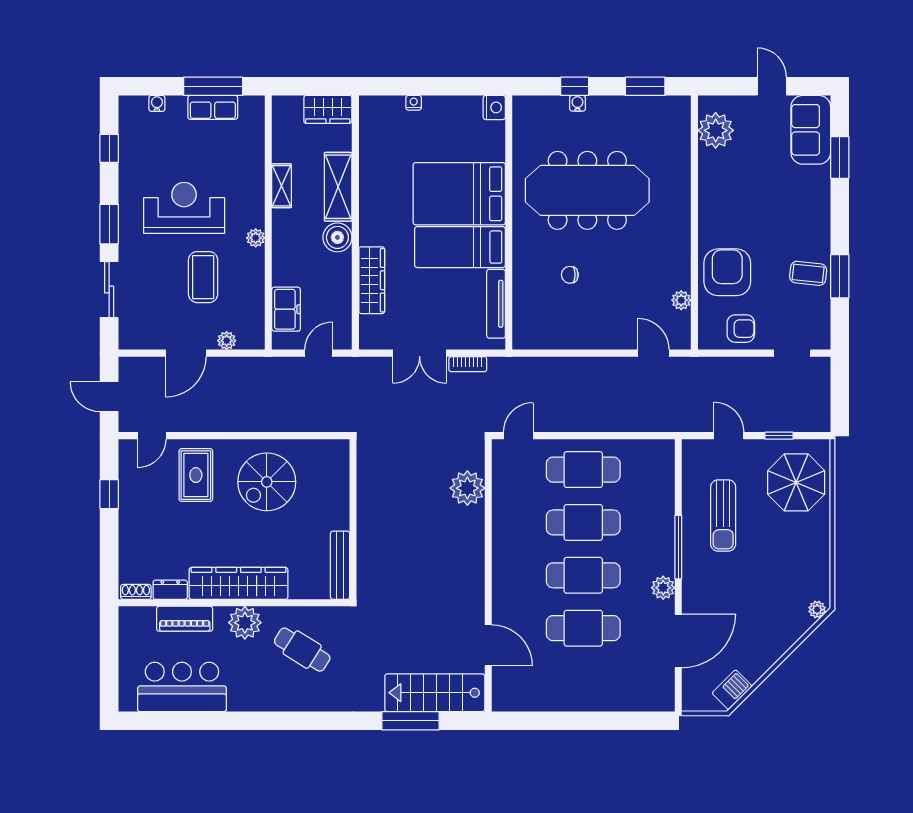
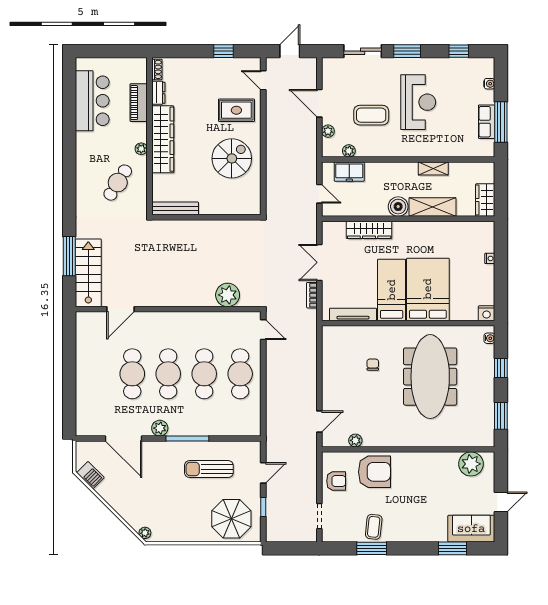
water cooler: (577, 103) -> (489, 338), moved
plant: (256, 238) -> (349, 151), moved
armchair: (741, 329) -> (336, 481), turned -90
spiral stairs: (267, 482) -> (232, 158), turned 90
plant: (245, 623) -> (141, 149), width x0.53, depth x0.53

